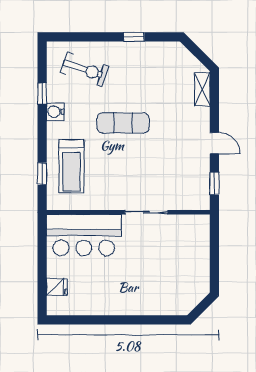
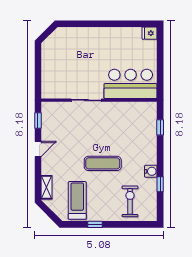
exercise bike: (85, 69) -> (130, 201), turned 71
door: (214, 143) -> (38, 149), swing flipped
treadmill: (72, 166) -> (77, 200), moved
fridge: (57, 287) -> (150, 33), moved

